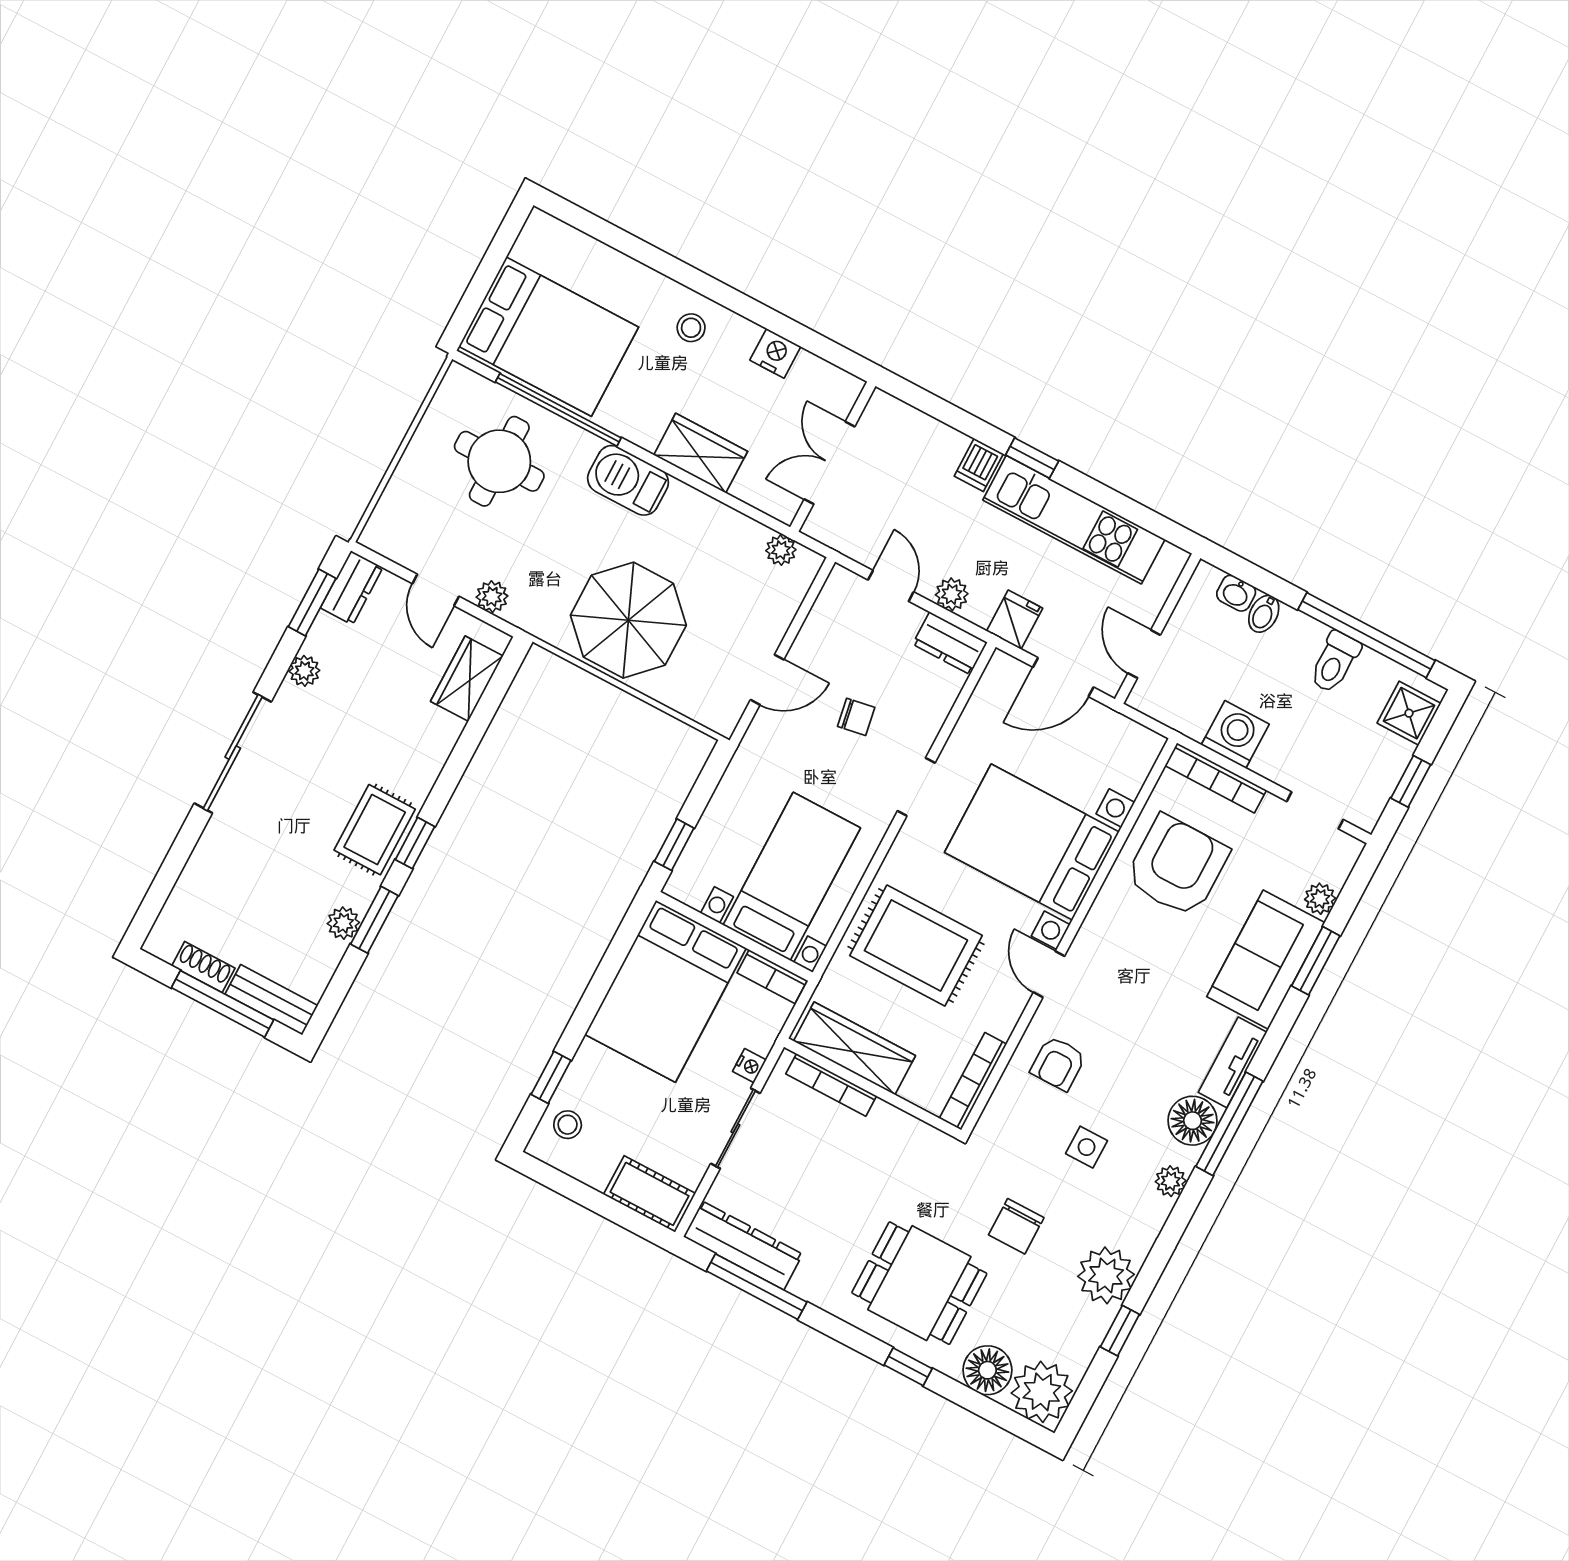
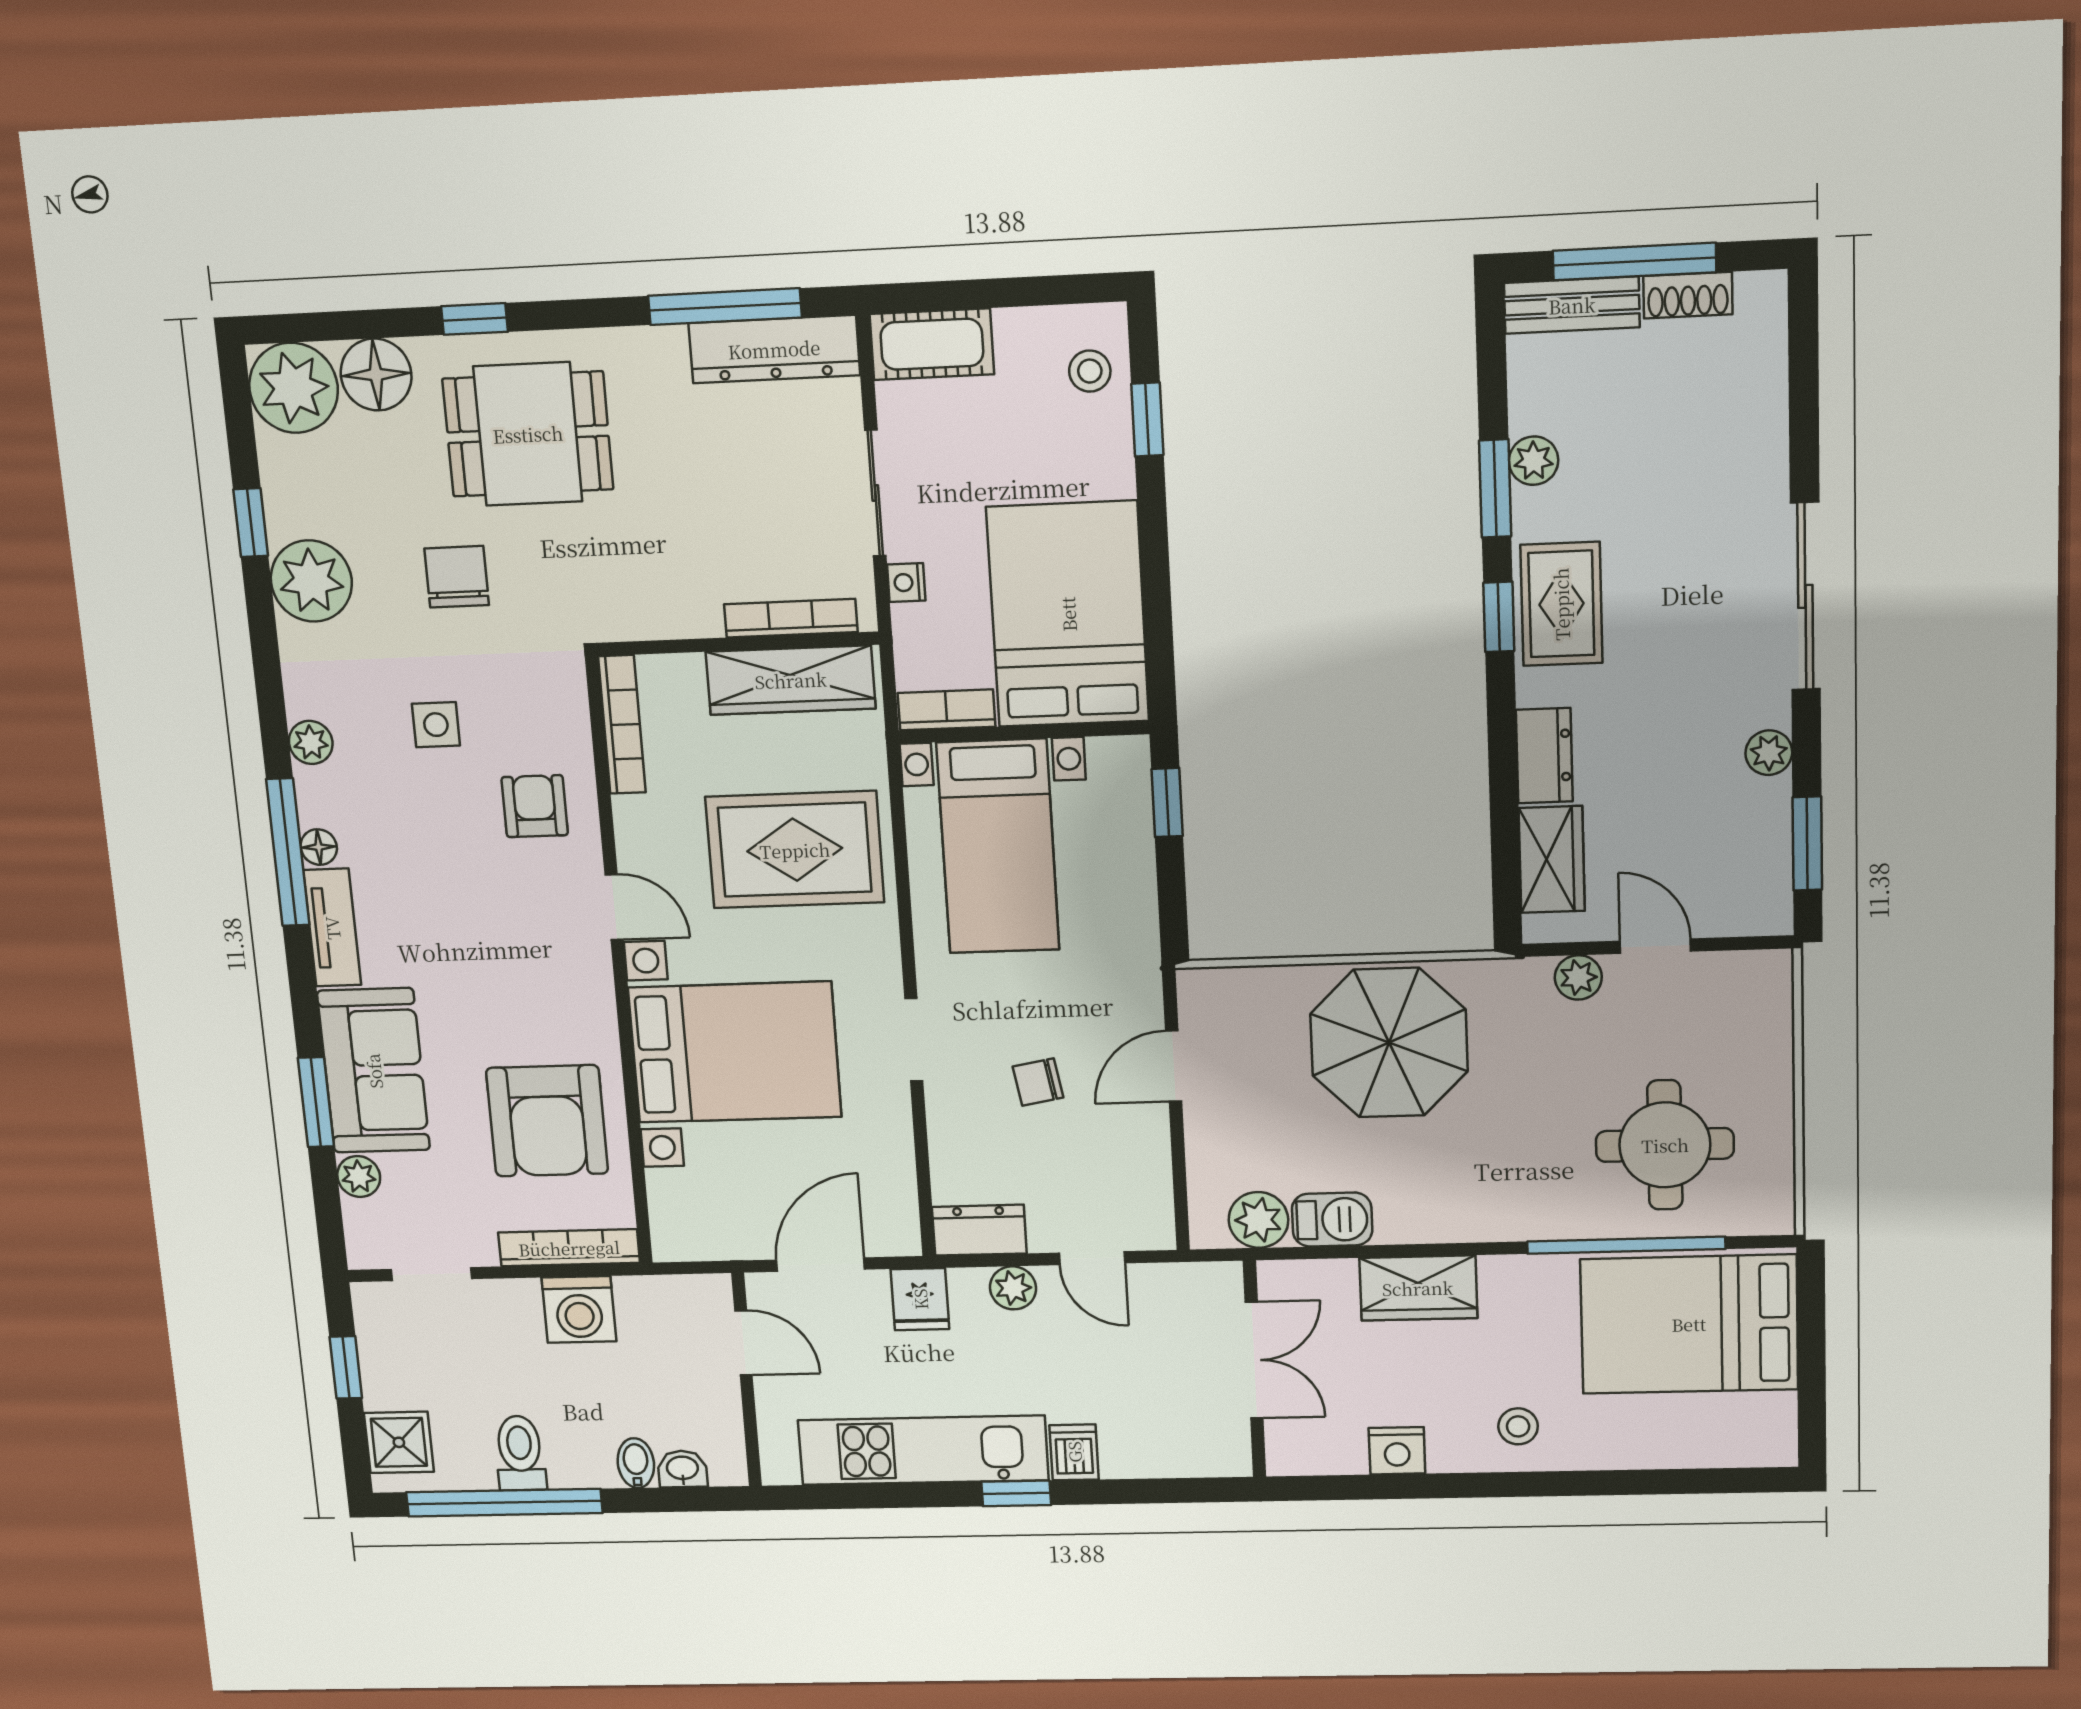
barbecue: (628, 480) -> (1332, 1220), moved, width x0.73, depth x0.79
plant: (781, 550) -> (1258, 1220), width x1.38, depth x1.38
dresser: (352, 588) -> (1544, 756), moved, turned 180
floor lamp: (1193, 1121) -> (319, 847), width x0.53, depth x0.53

